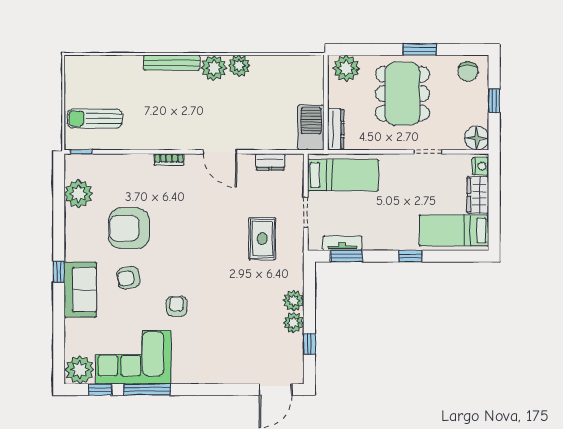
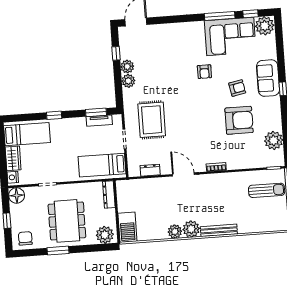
barbecue: (311, 127) -> (127, 227), moved
rug: (262, 239) -> (152, 120), width x1.36, depth x1.43

